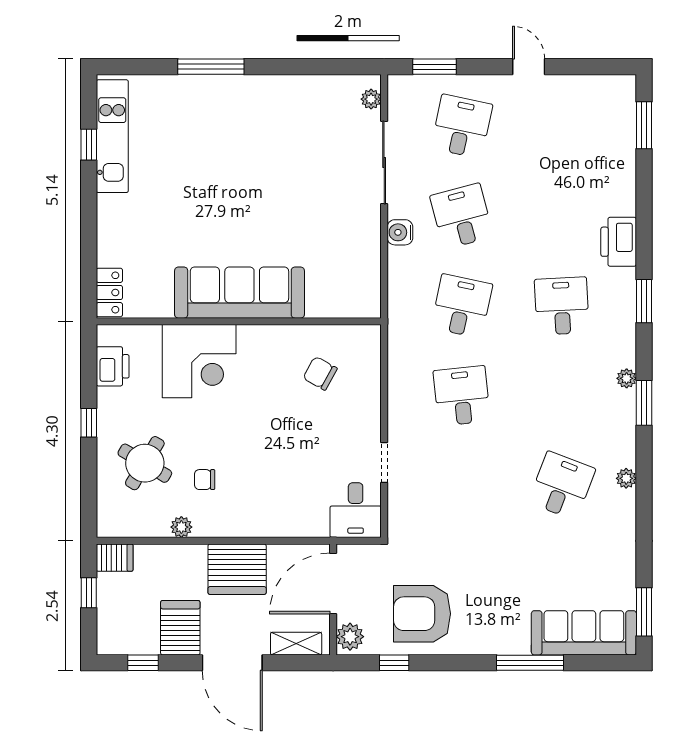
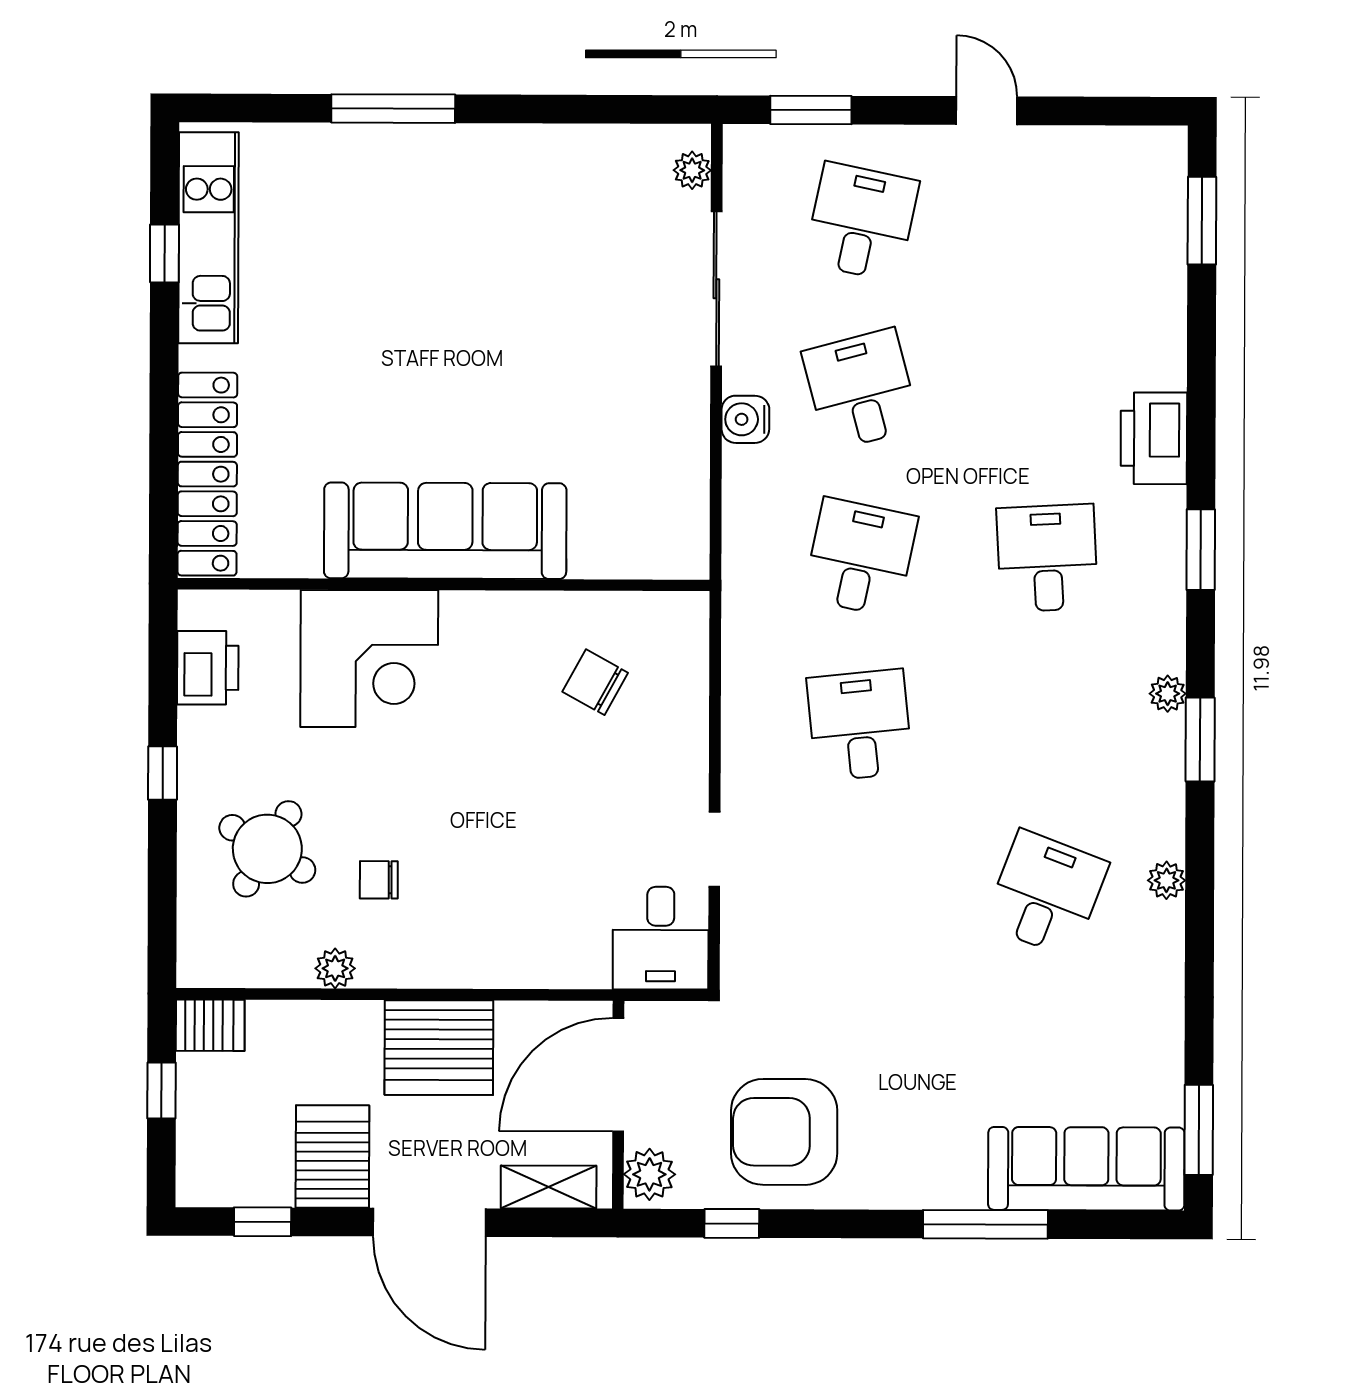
locker: (109, 292) -> (207, 474), width x2.16, depth x1.21

